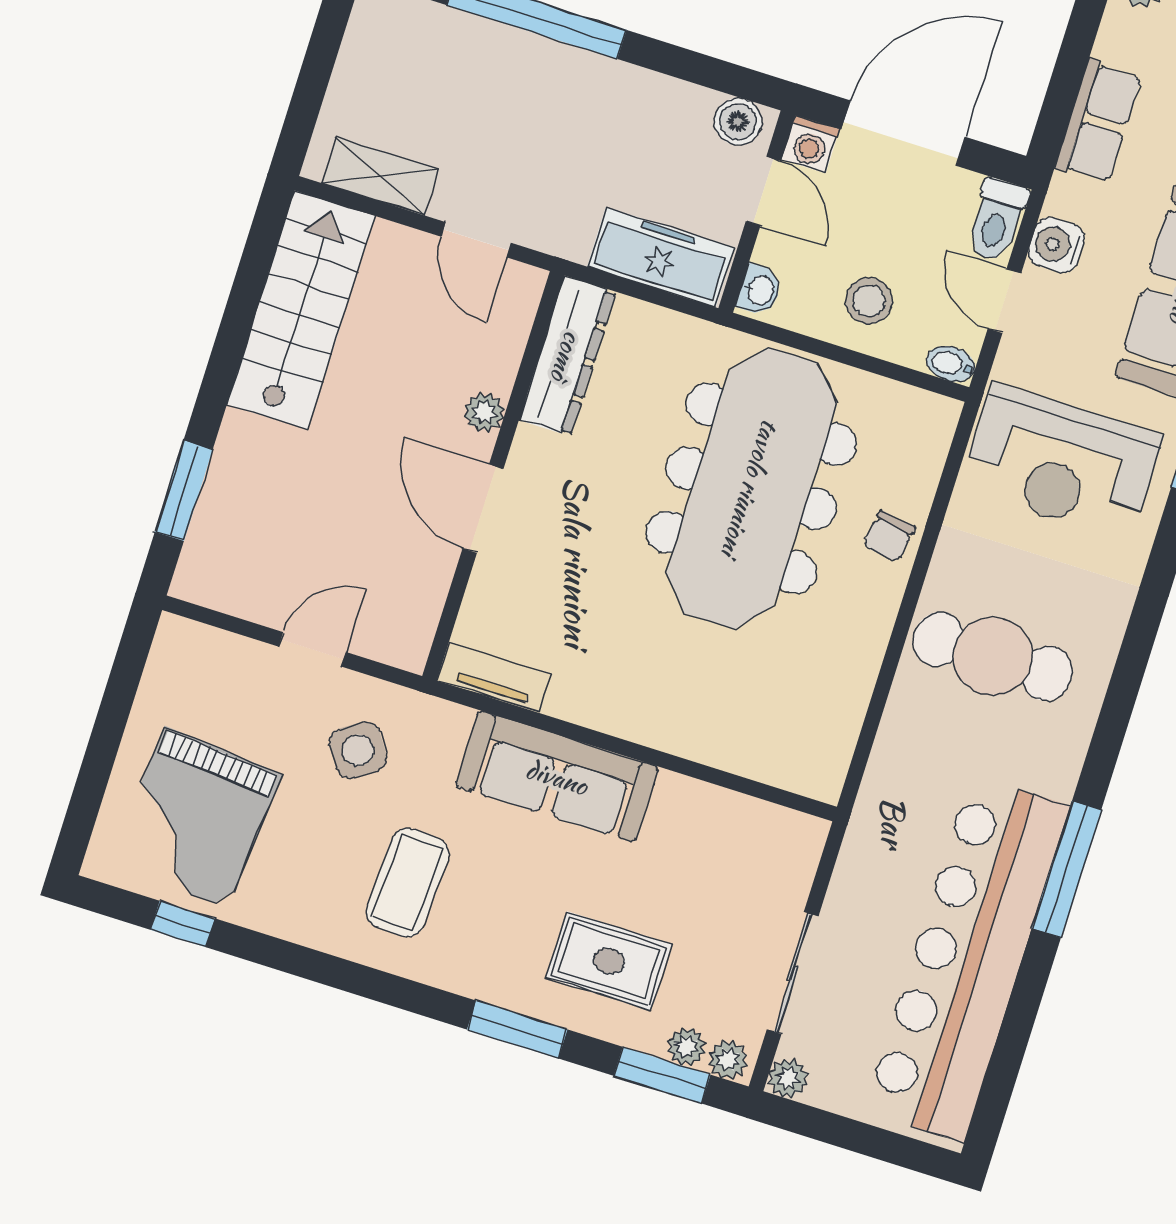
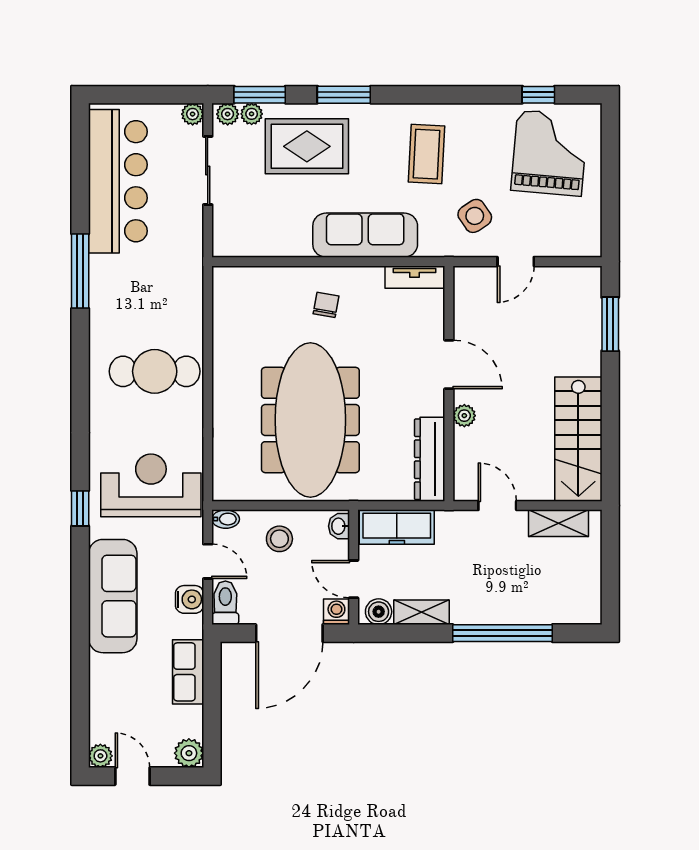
shelving: (665, 97) -> (421, 612), added
chair: (889, 536) -> (326, 305), moved
bar counter: (967, 958) -> (118, 181), width x0.73
rug: (609, 961) -> (307, 146), width x1.36, depth x1.43

